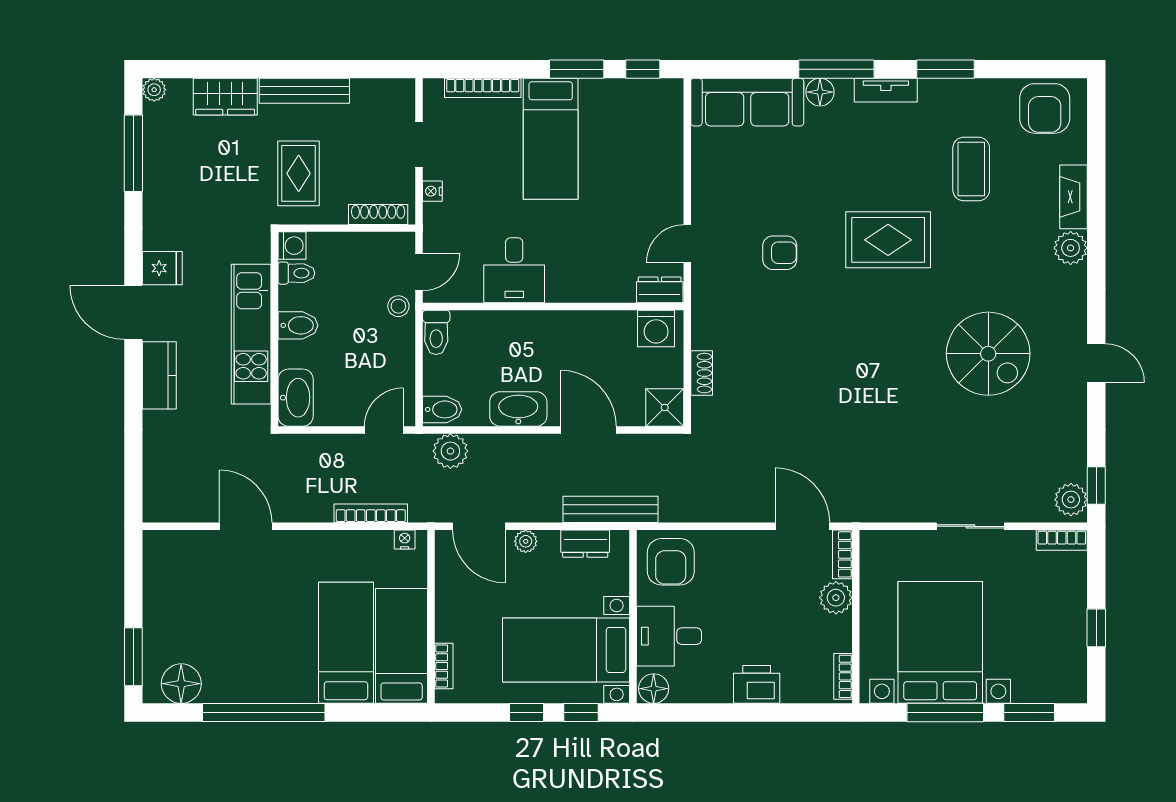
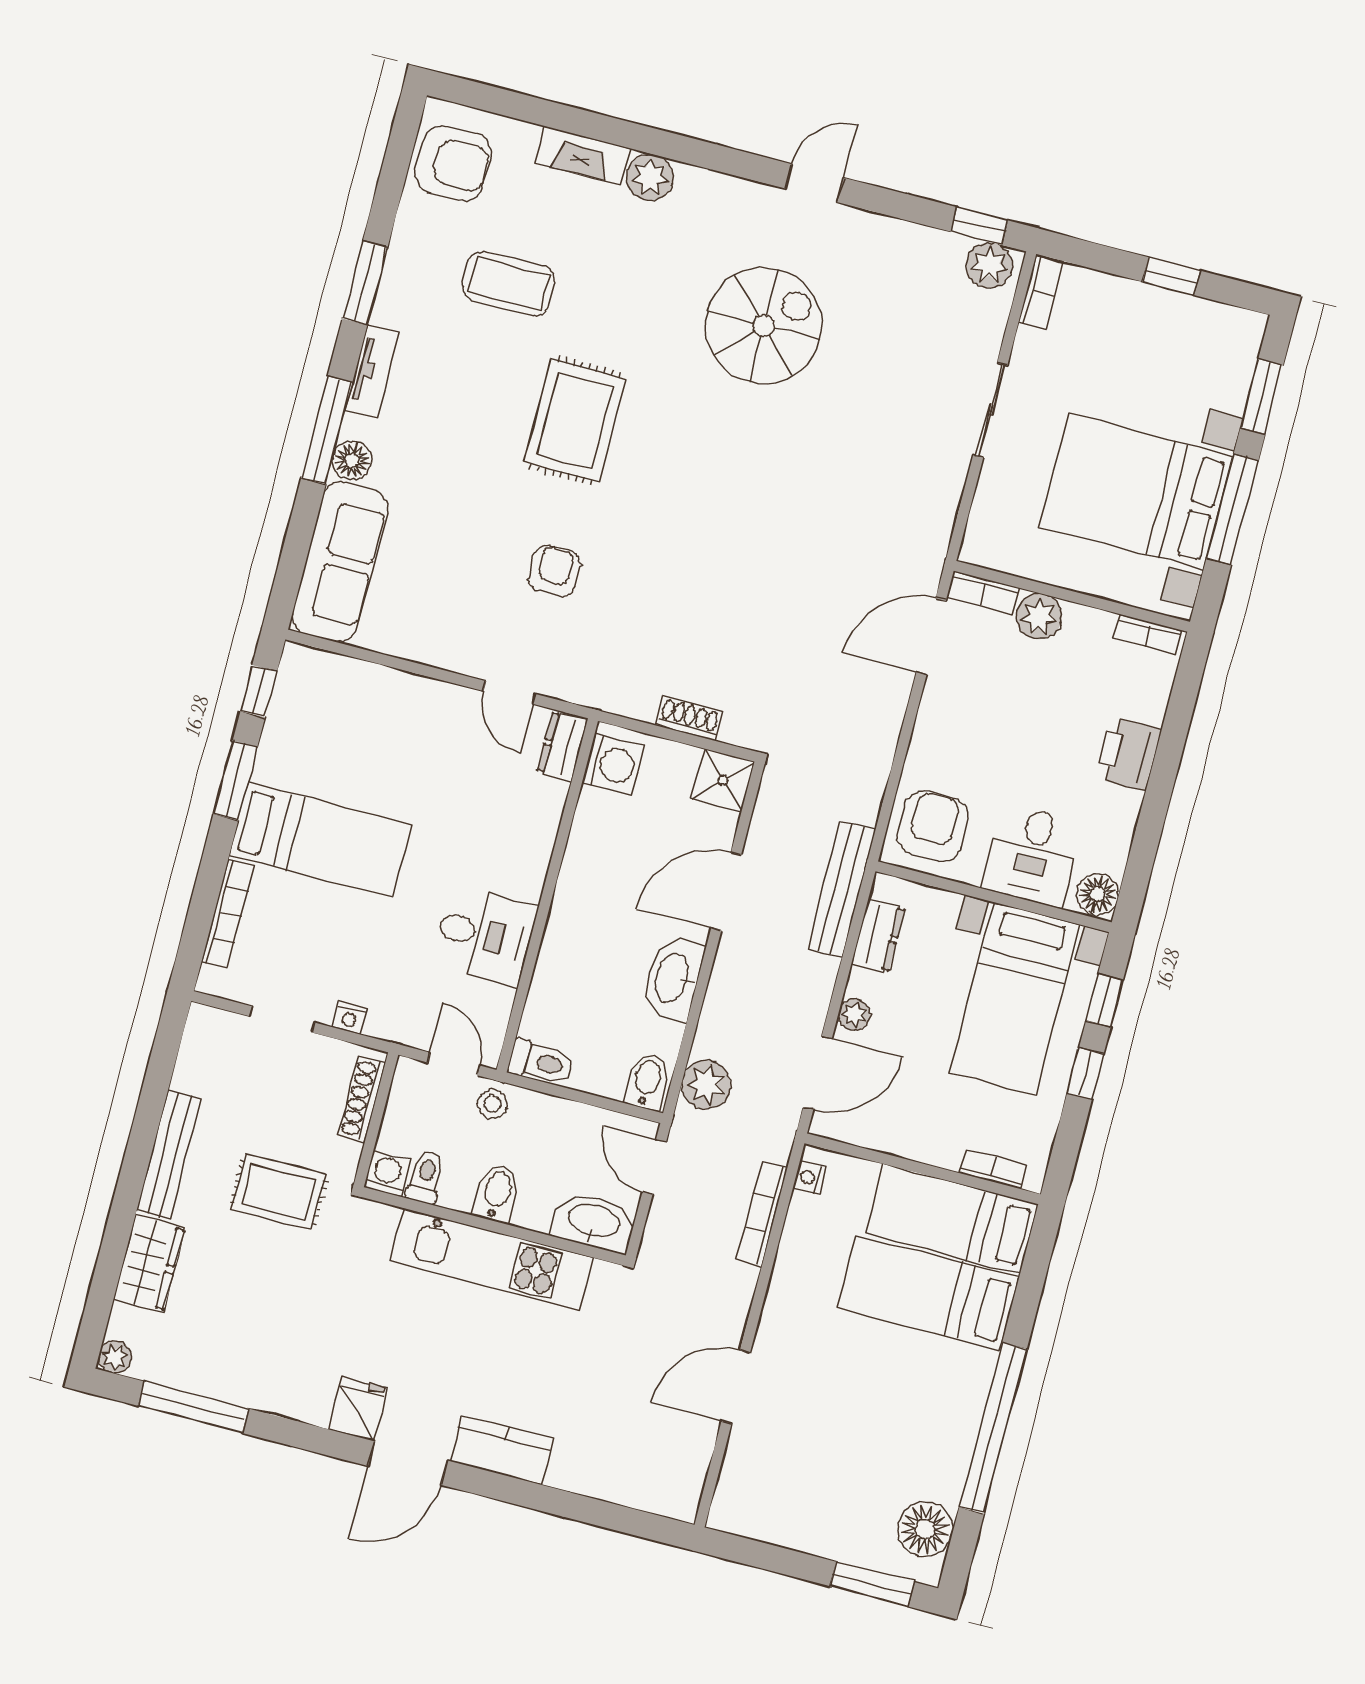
washing machine: (292, 246) -> (387, 1173), moved
toilet: (296, 273) -> (426, 1177), moved
bidet: (298, 325) -> (497, 1193), moved
wall: (274, 329) -> (494, 1226), moved
kitchen unit: (251, 334) -> (492, 1259), moved
washbasin: (296, 398) -> (593, 1222), moved
armchair: (671, 562) -> (933, 826), turned -90

